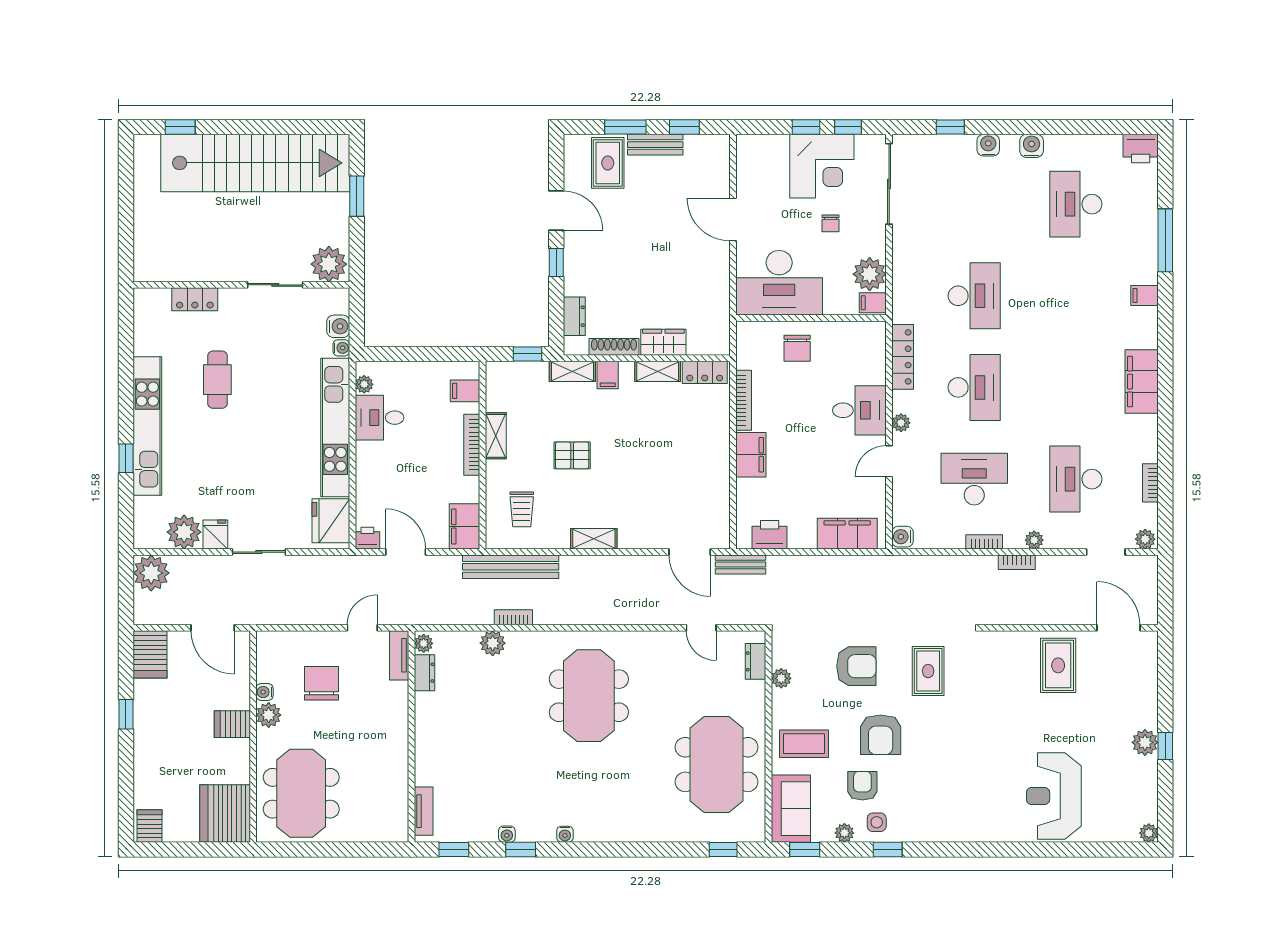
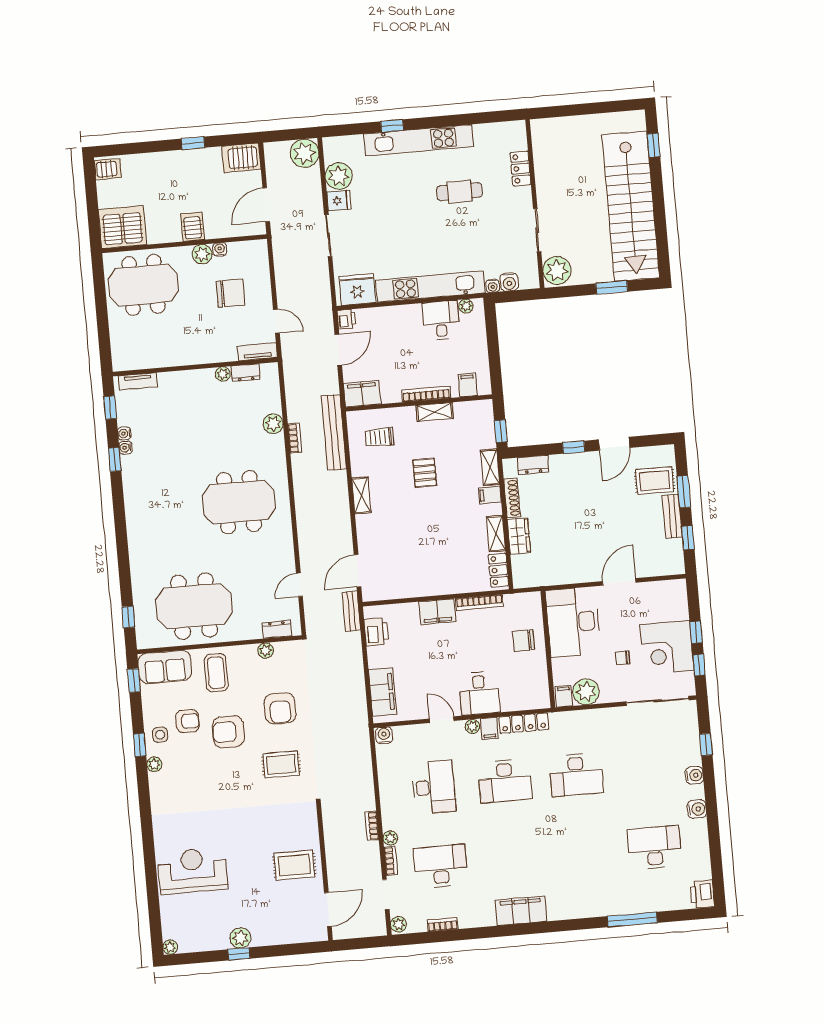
filing cabinet: (1144, 296) -> (489, 728), moved, turned 180
bookcase: (984, 542) -> (391, 861), moved
plant: (424, 643) -> (223, 374), moved
plant: (844, 833) -> (154, 764), moved
water cooler: (565, 834) -> (124, 433), moved

